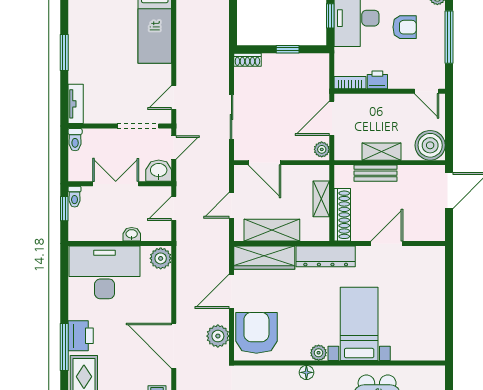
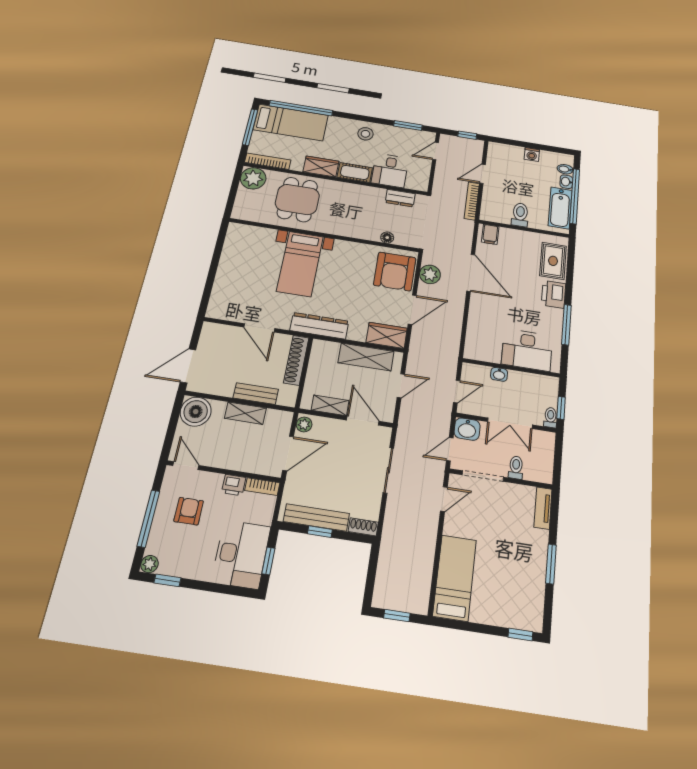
armchair: (405, 27) -> (189, 511), moved, turned 90
bench: (293, 62) -> (316, 517), added
toilet: (75, 140) -> (516, 467), moved
shelving: (321, 199) -> (330, 405), moved, turned 90
door: (387, 244) -> (259, 328), hinge flipped
plant: (161, 258) -> (474, 349), removed
wardrobe: (264, 258) -> (387, 335), width x0.67
desk: (105, 272) -> (527, 350), width x0.73, depth x0.77
window: (64, 347) -> (566, 325), moved
plant: (319, 353) -> (342, 246), removed
floor lamp: (306, 372) -> (387, 238), moved

